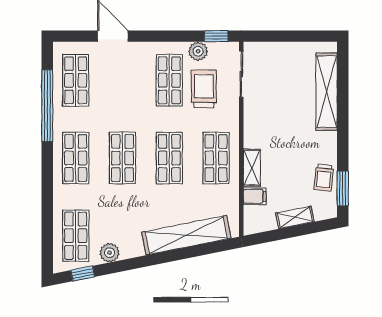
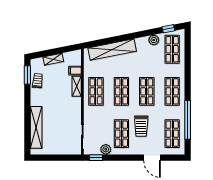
trolley: (204, 89) -> (141, 126), moved

